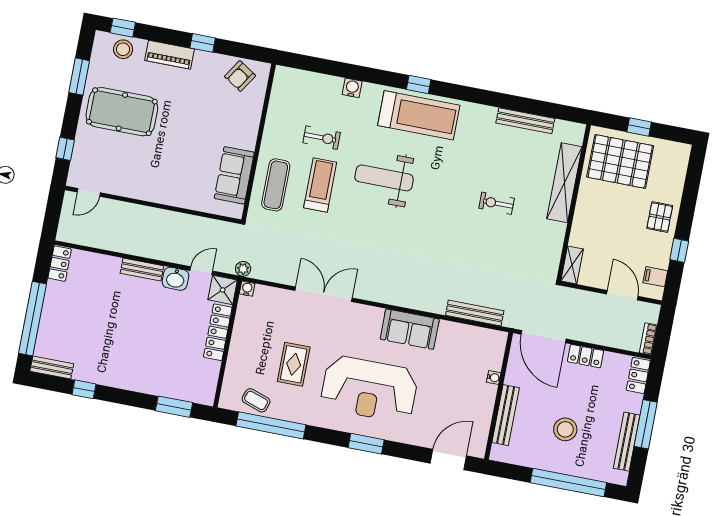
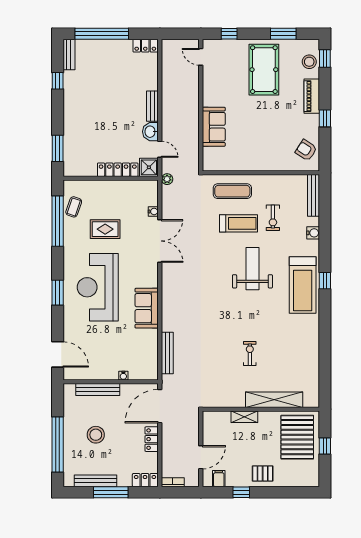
bench: (525, 121) -> (314, 195), moved
sofa: (234, 175) -> (214, 127), moved, turned 90
shelving: (572, 265) -> (244, 417), moved
water cooler: (247, 289) -> (153, 211), moved

